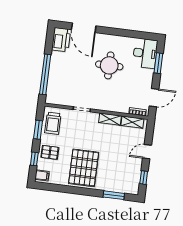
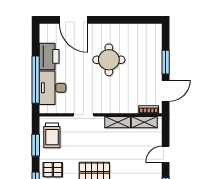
printer: (61, 40) -> (49, 56), moved
desk: (145, 53) -> (53, 88), moved, turned 180
window: (158, 63) -> (166, 62), moved

